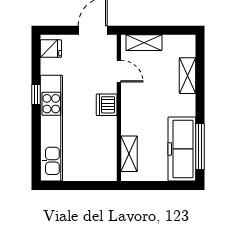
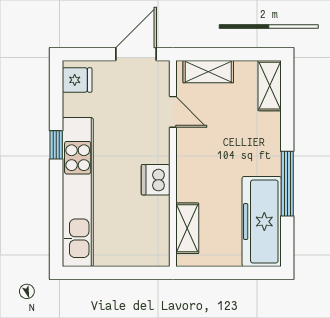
shelving: (188, 76) -> (270, 86), moved
dishwasher: (107, 105) -> (156, 180), moved
window: (200, 147) -> (287, 184), moved

